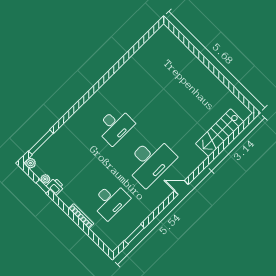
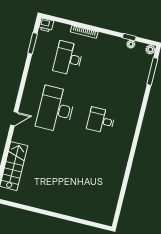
desk: (115, 126) -> (101, 120), width x0.73
printer: (55, 186) -> (46, 25), moved
door: (181, 188) -> (14, 119), moved

